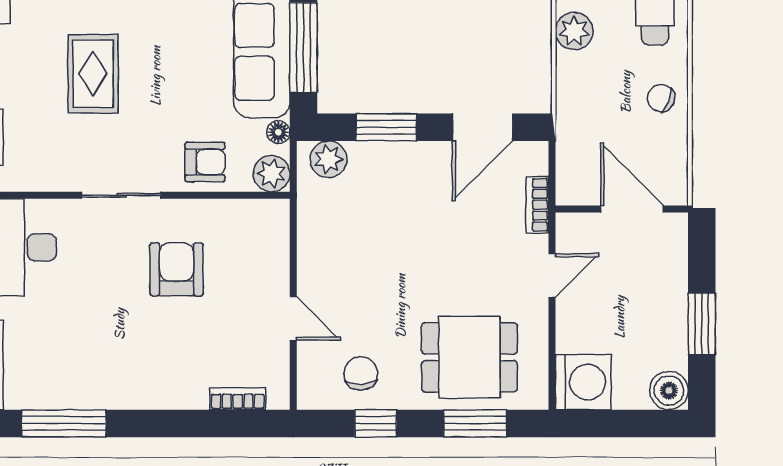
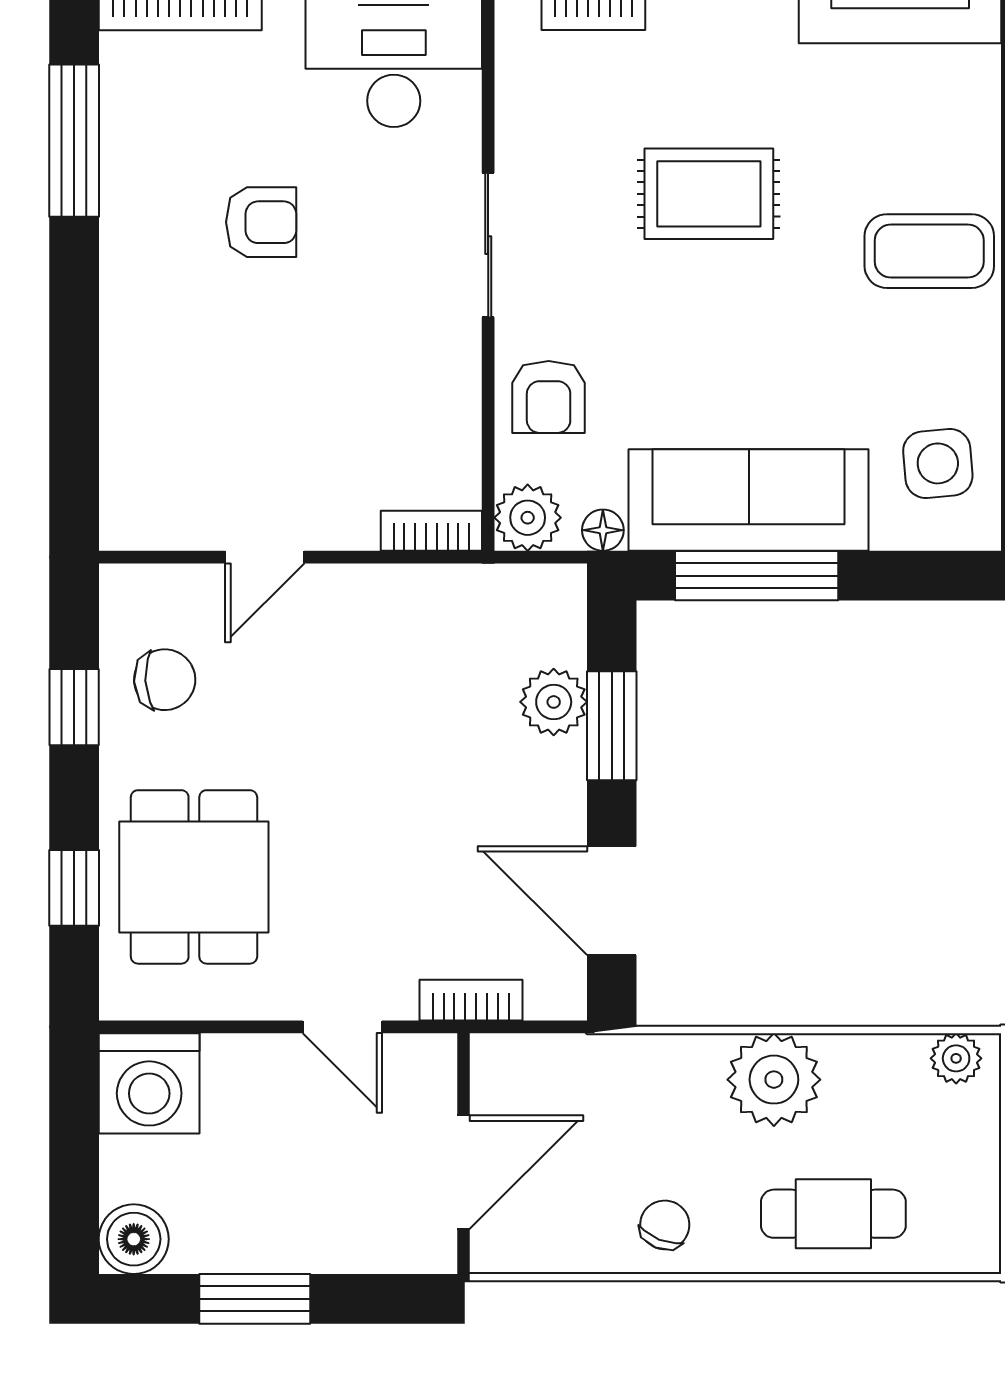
plant: (574, 31) -> (774, 1080), width x1.36, depth x1.36
plant: (328, 159) -> (554, 702), moved
armchair: (177, 269) -> (261, 222), moved, width x0.72, depth x0.72
bookcase: (238, 399) -> (431, 531), moved, turned -90
window: (475, 423) -> (74, 888), width x0.67

